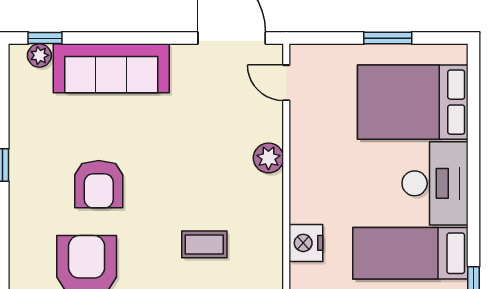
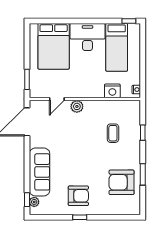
window: (388, 38) -> (27, 79), moved
door: (286, 83) -> (57, 99), moved
armchair: (99, 184) -> (78, 196), moved

